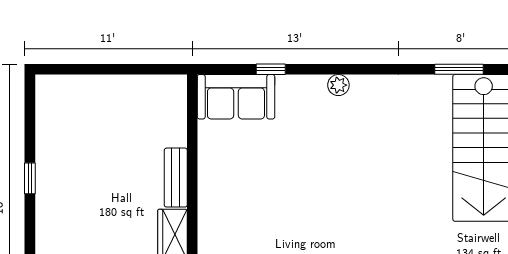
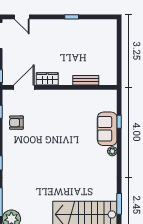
sofa: (236, 97) -> (107, 129), moved
bench: (176, 178) -> (86, 80), moved

